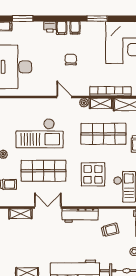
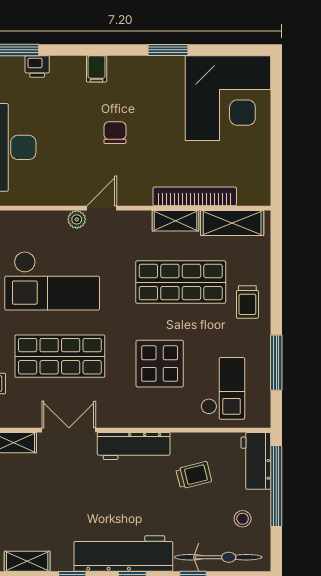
printer: (50, 27) -> (37, 66), moved
filing cabinet: (75, 28) -> (123, 68), removed
door: (64, 97) -> (102, 208), hinge flipped
plant: (84, 103) -> (77, 219), moved

